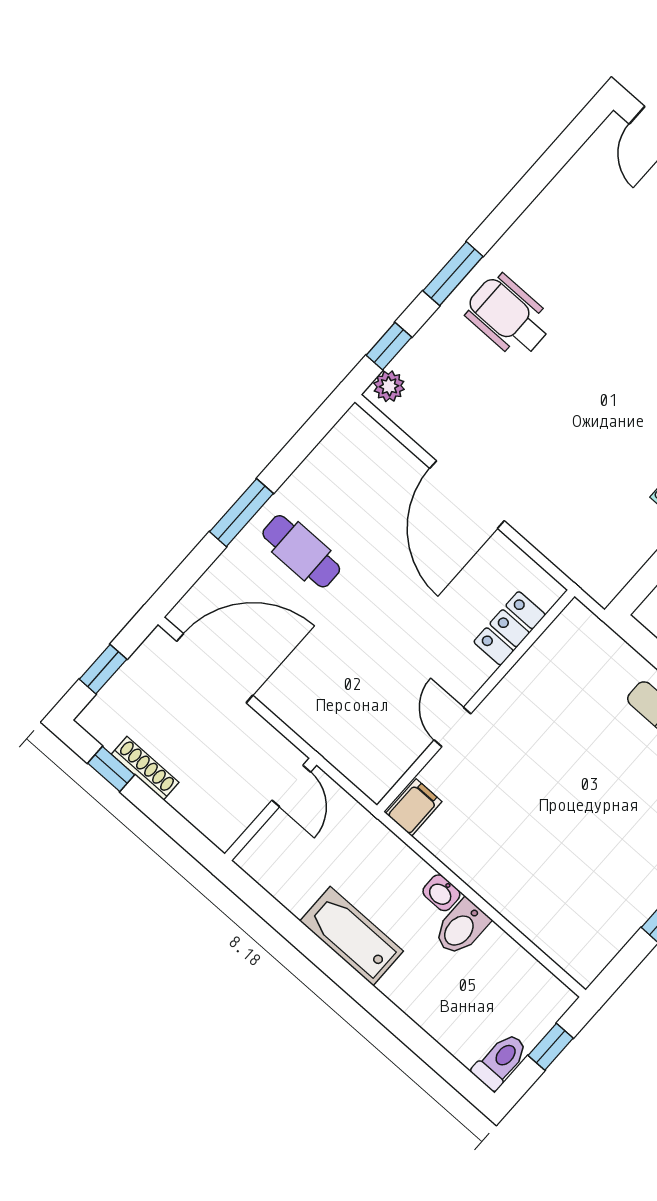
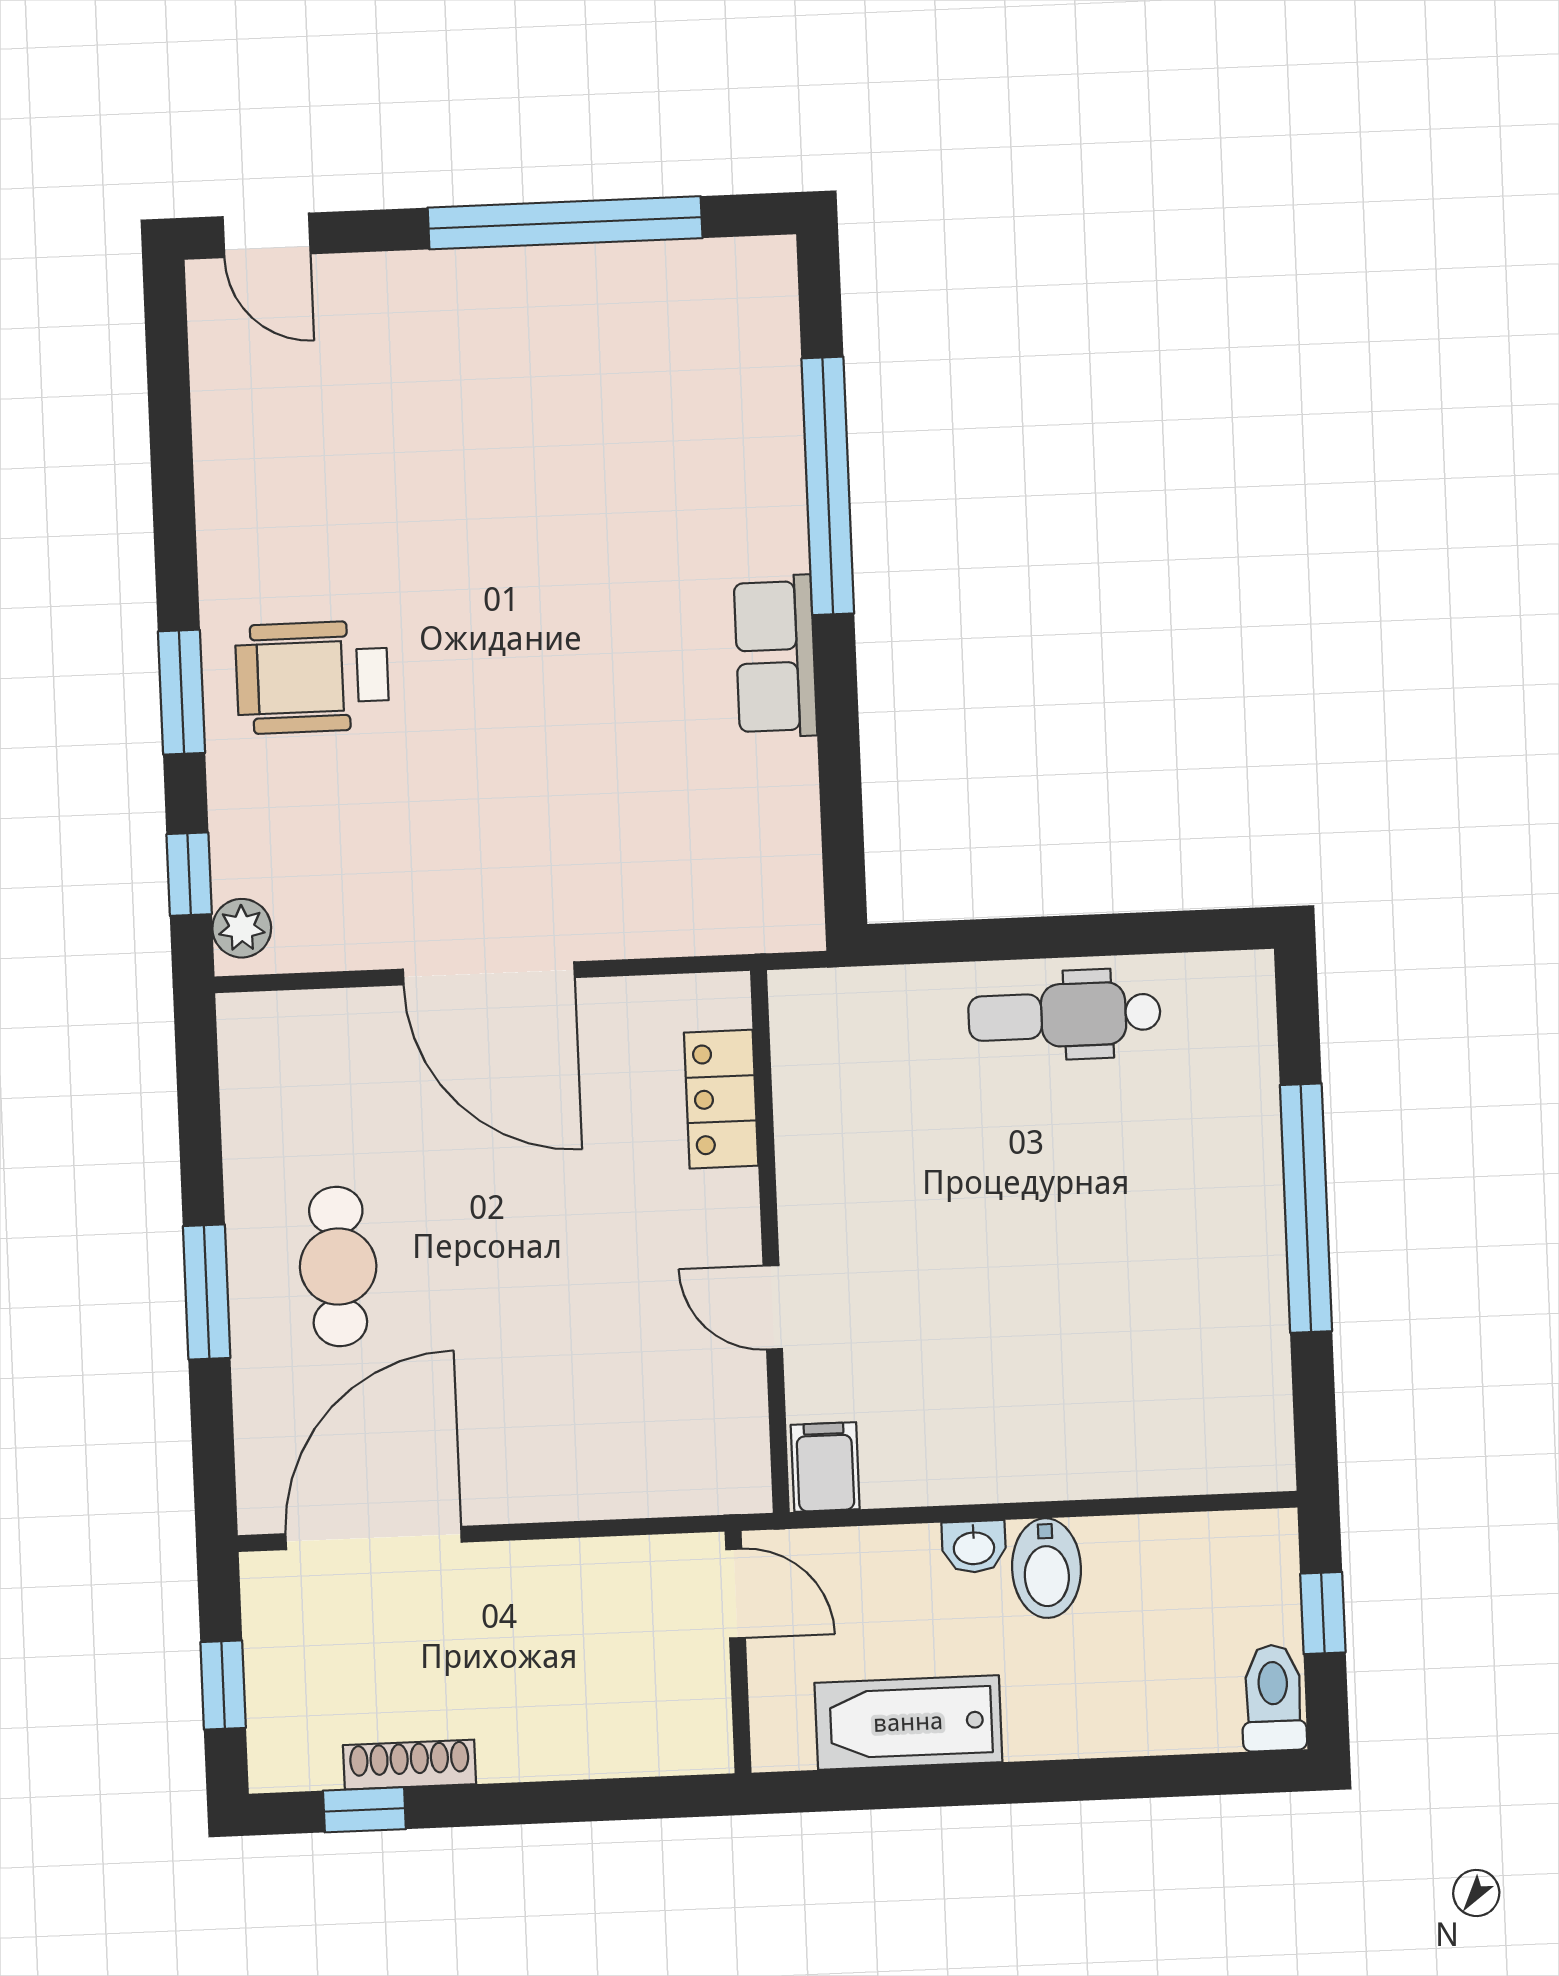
cafe table: (301, 551) -> (338, 1266), turned 90
door: (291, 786) -> (736, 1594), moved
wall: (271, 809) -> (738, 1652), moved

